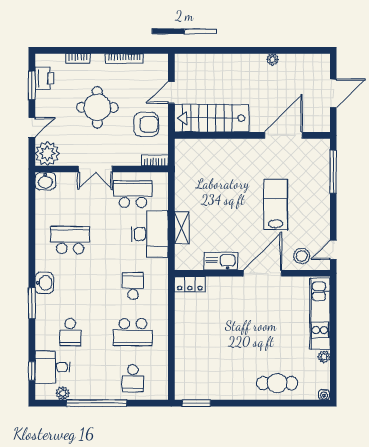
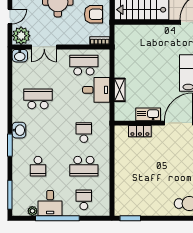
double door: (95, 169) -> (44, 47), moved
desk: (150, 234) -> (96, 90), width x0.73
locker: (190, 284) -> (140, 131), moved
desk: (52, 367) -> (50, 203), moved, turned -90
window: (32, 371) -> (10, 195), width x2.17
school desk: (133, 378) -> (84, 200), turned 180

